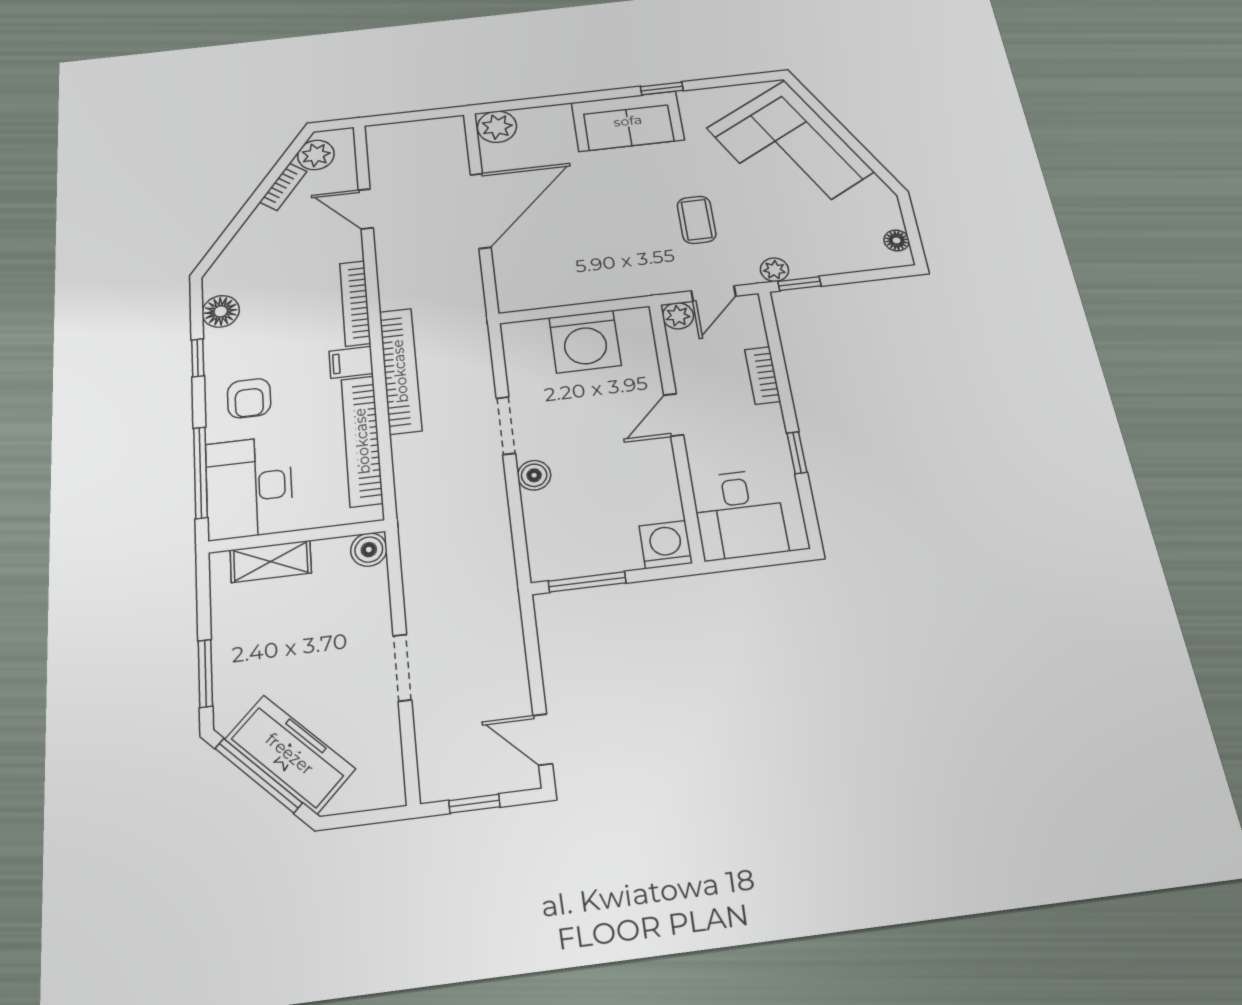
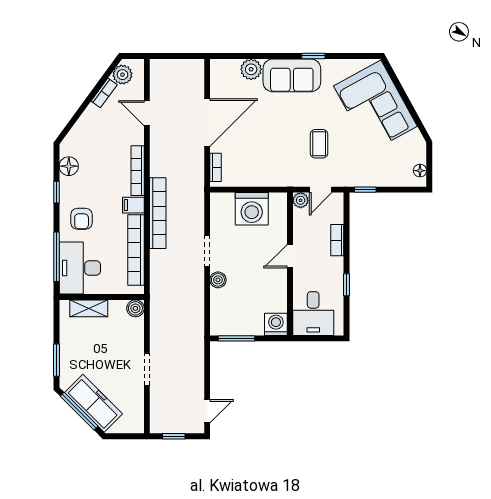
plant: (497, 127) -> (251, 69), moved
plant: (774, 270) -> (354, 180), removed
bookcase: (505, 280) -> (216, 167), added
door: (543, 740) -> (207, 411), swing flipped

